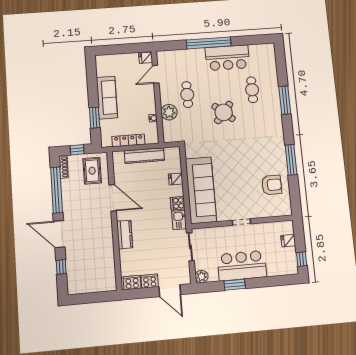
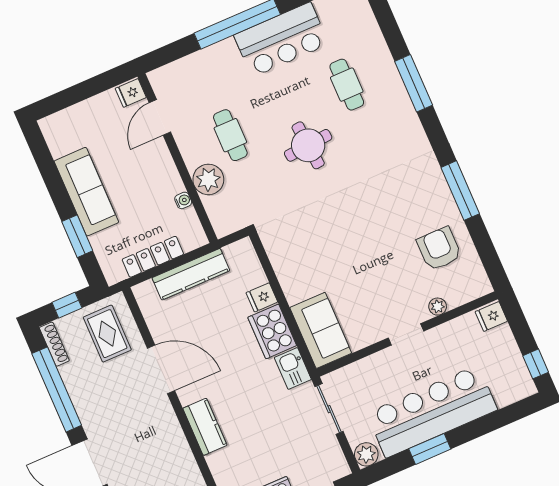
round table: (224, 112) -> (308, 145), turned 45
armchair: (272, 185) -> (439, 249), turned -90
sofa: (201, 190) -> (321, 330), width x0.54, depth x0.79
cooker: (178, 203) -> (272, 331), width x1.87, depth x1.31
plant: (262, 213) -> (438, 307), added
fridge: (288, 241) -> (491, 316), moved
bar counter: (242, 266) -> (432, 411), width x1.36

